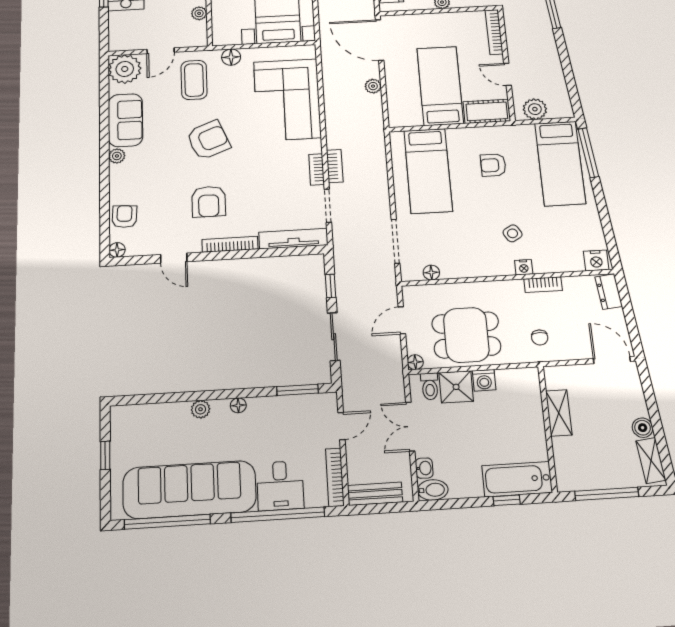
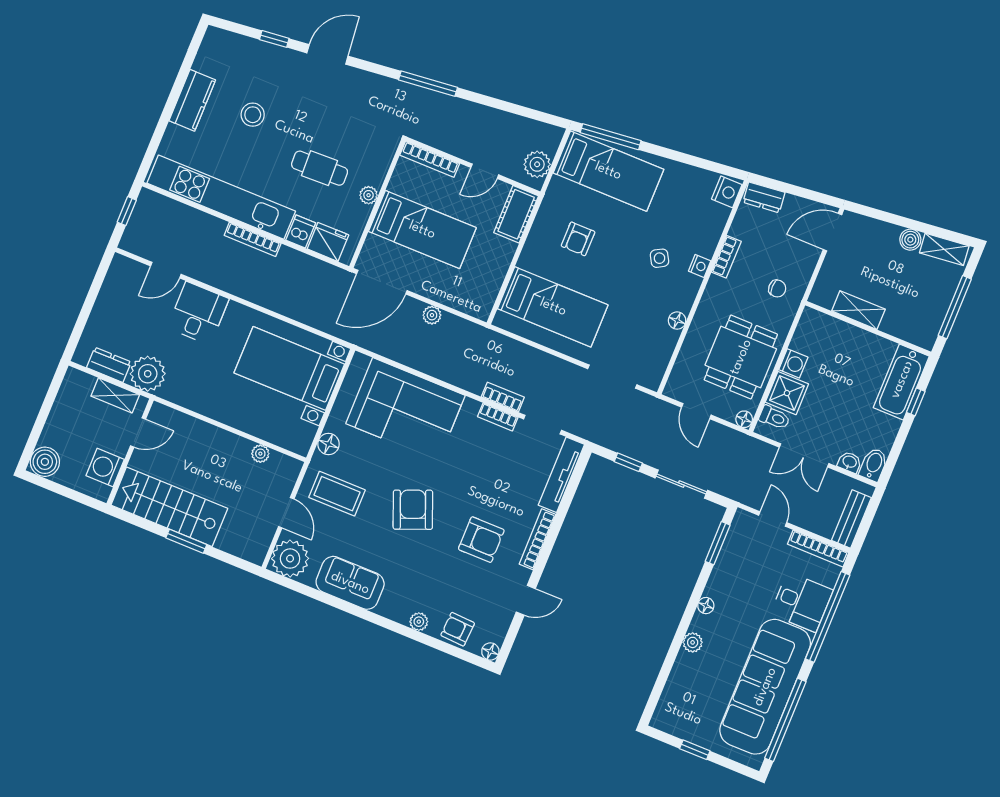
bed: (440, 86) -> (422, 230), moved, turned 180
plant: (117, 156) -> (419, 622), moved
floor lamp: (431, 273) -> (677, 321), moved

